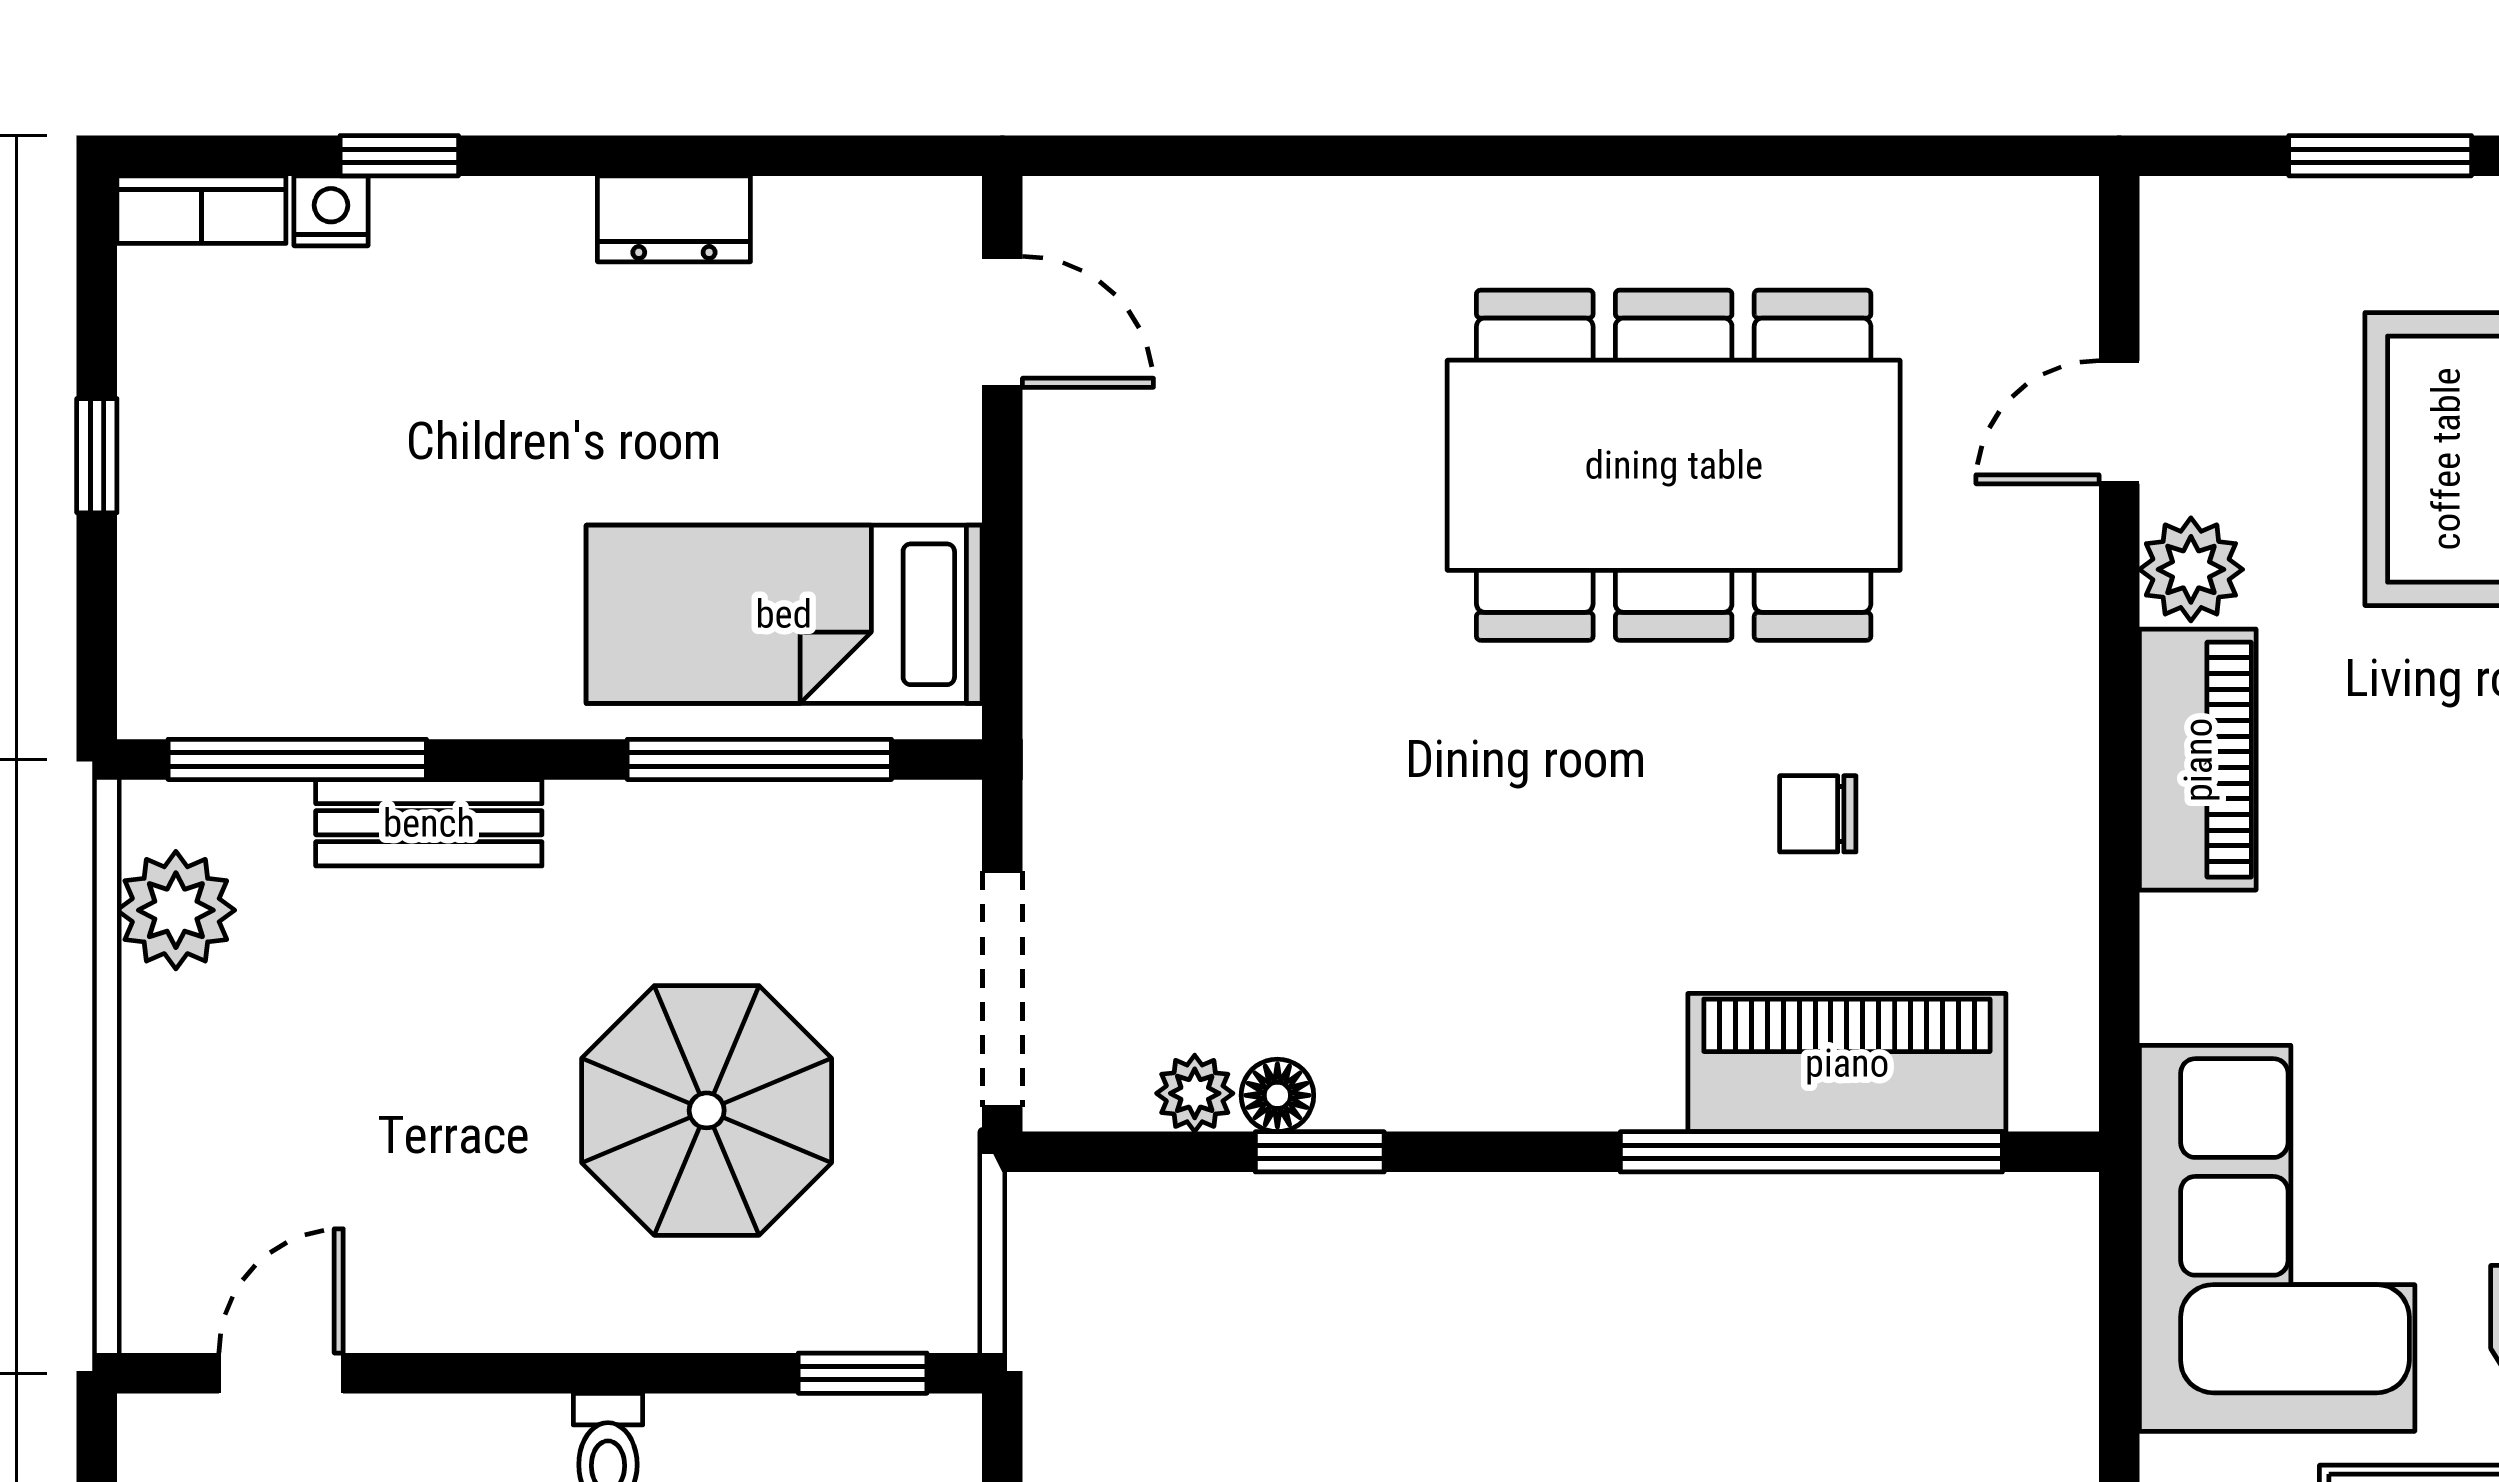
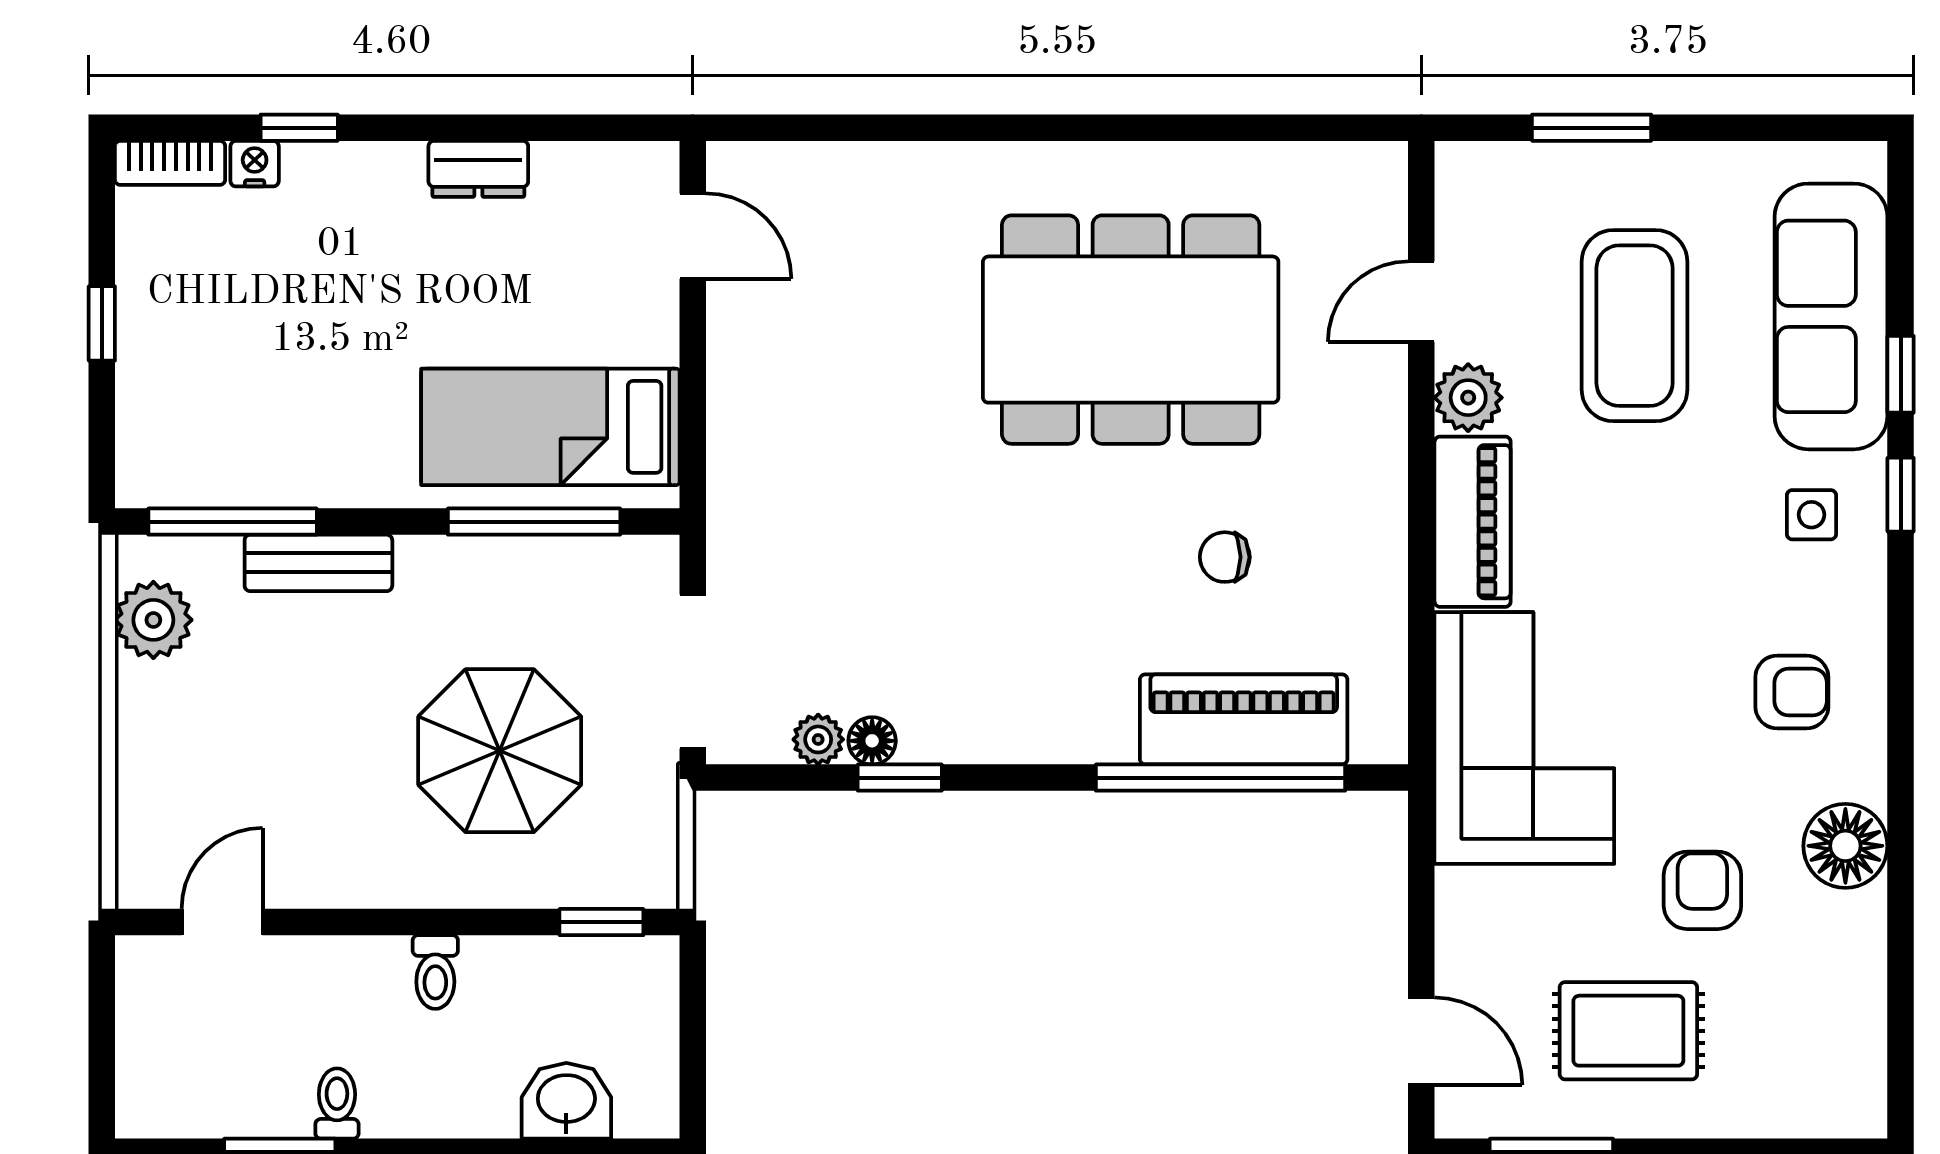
corner sofa: (2277, 1238) -> (1524, 738), moved

